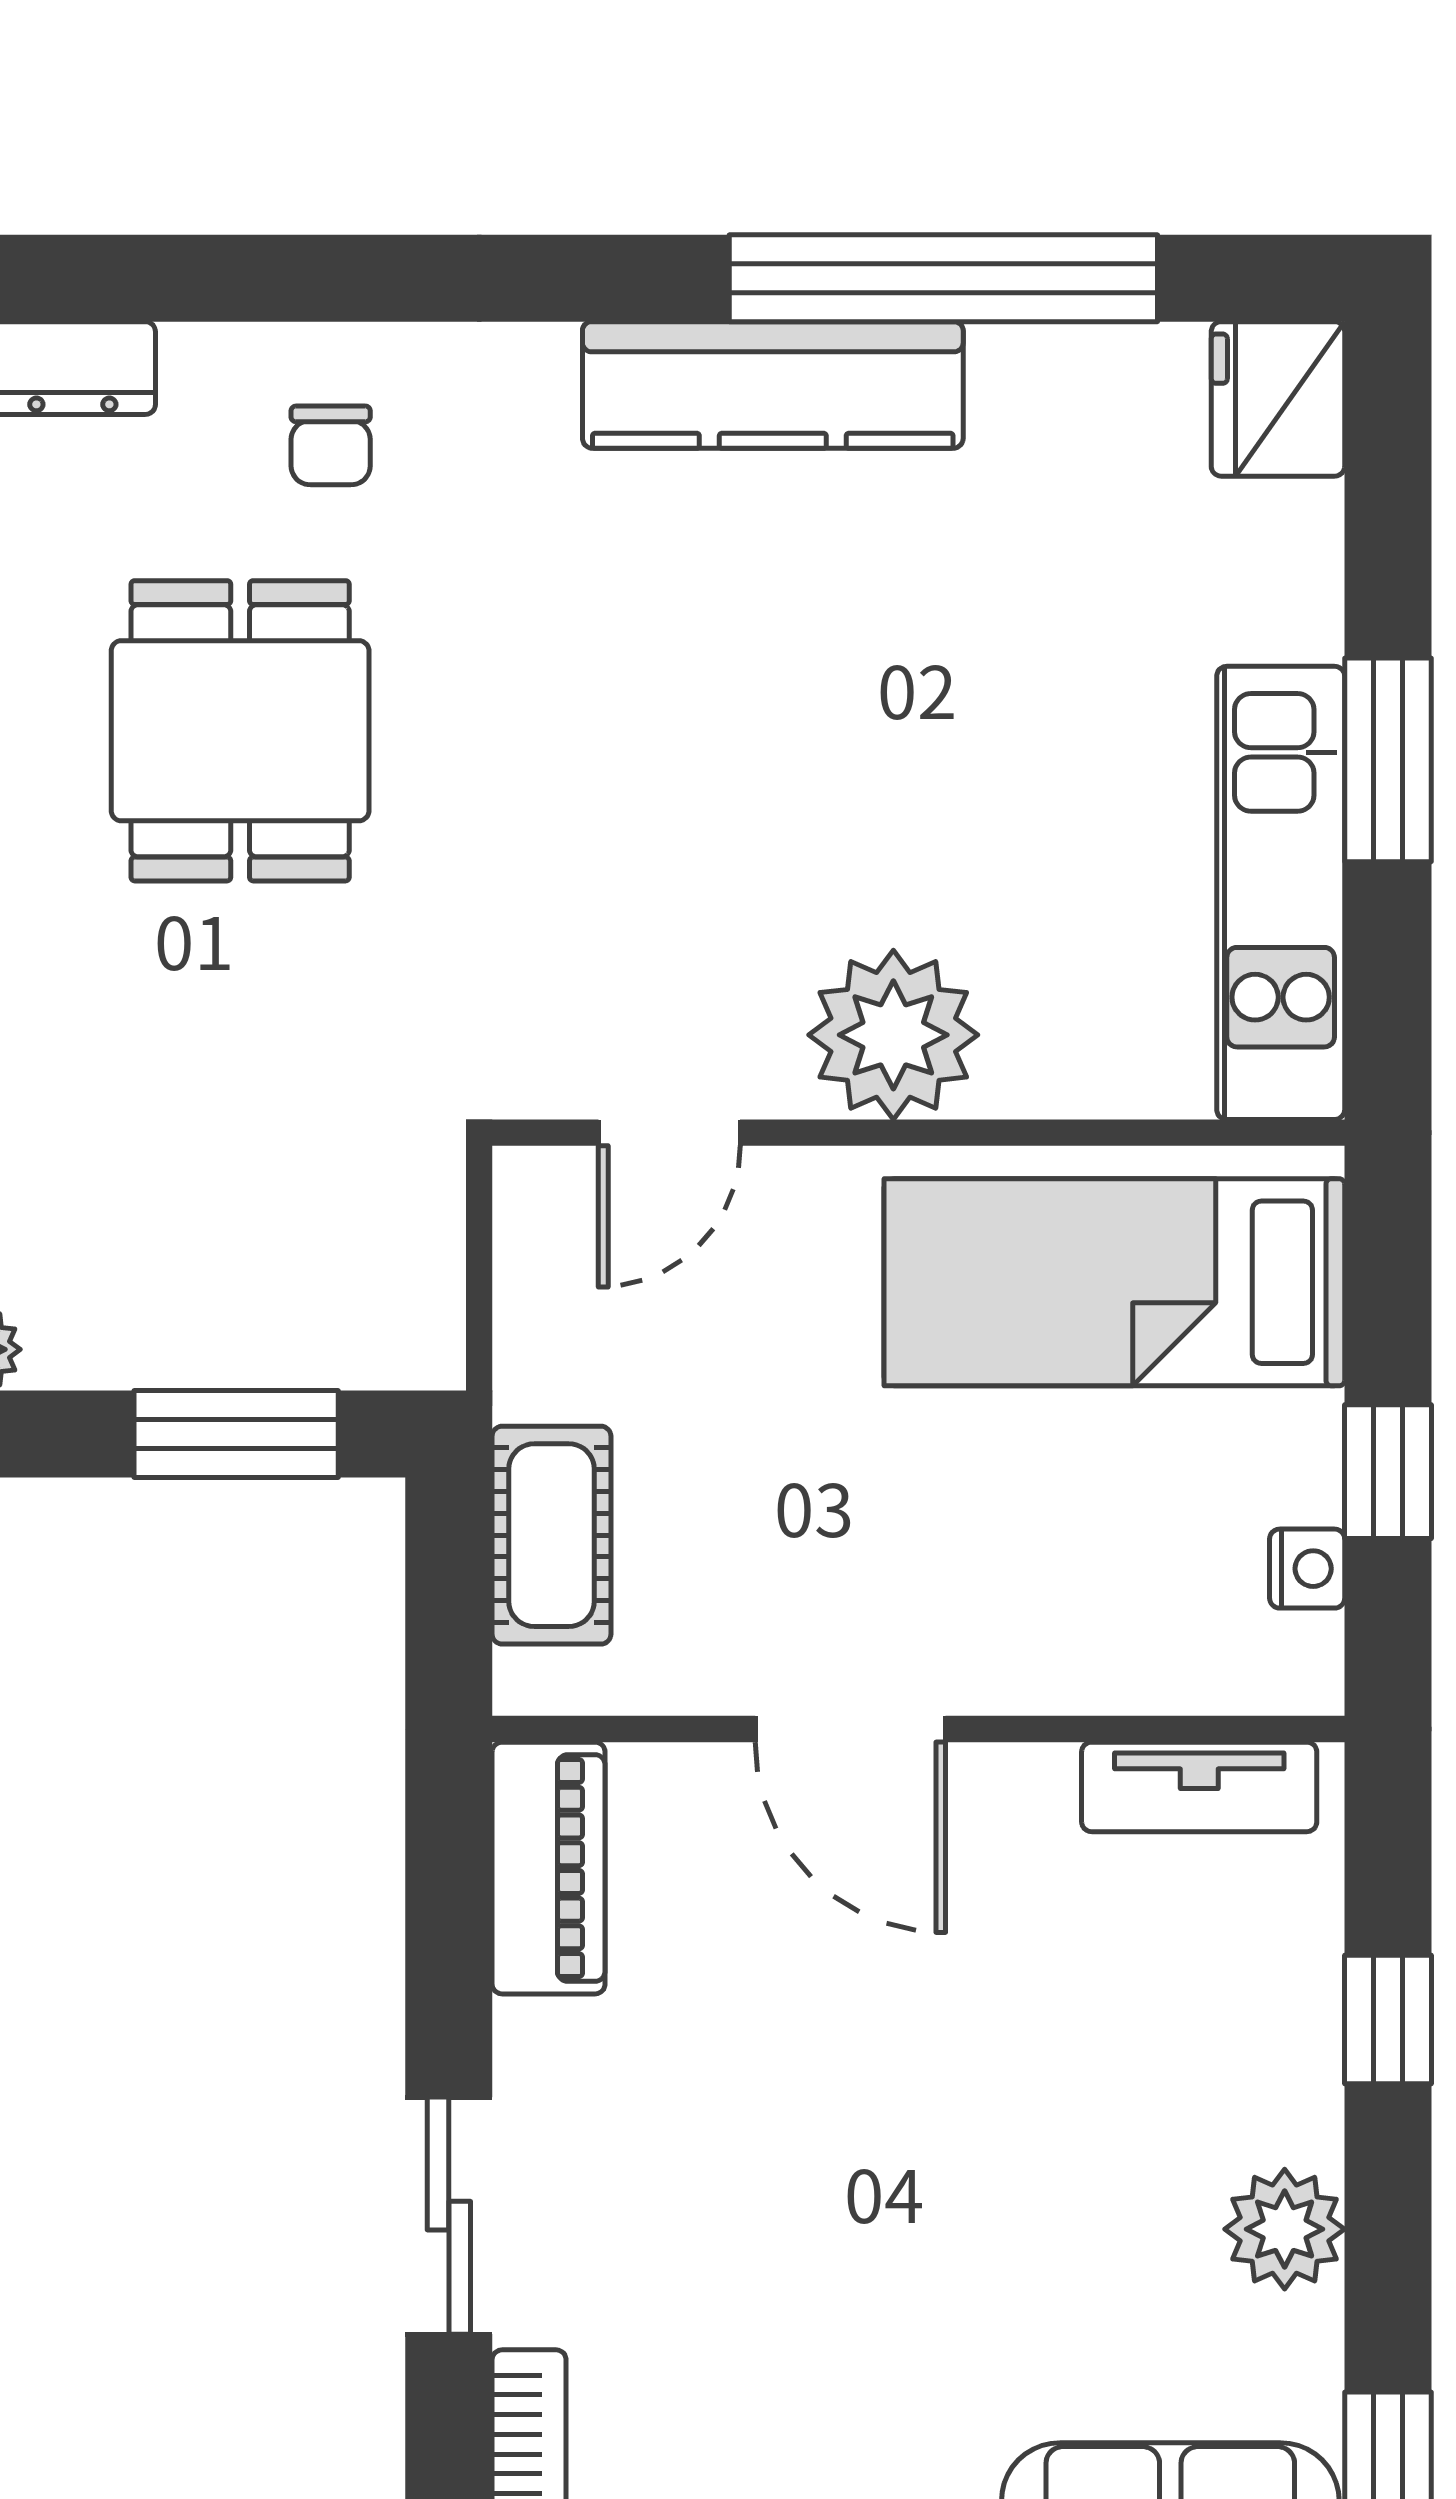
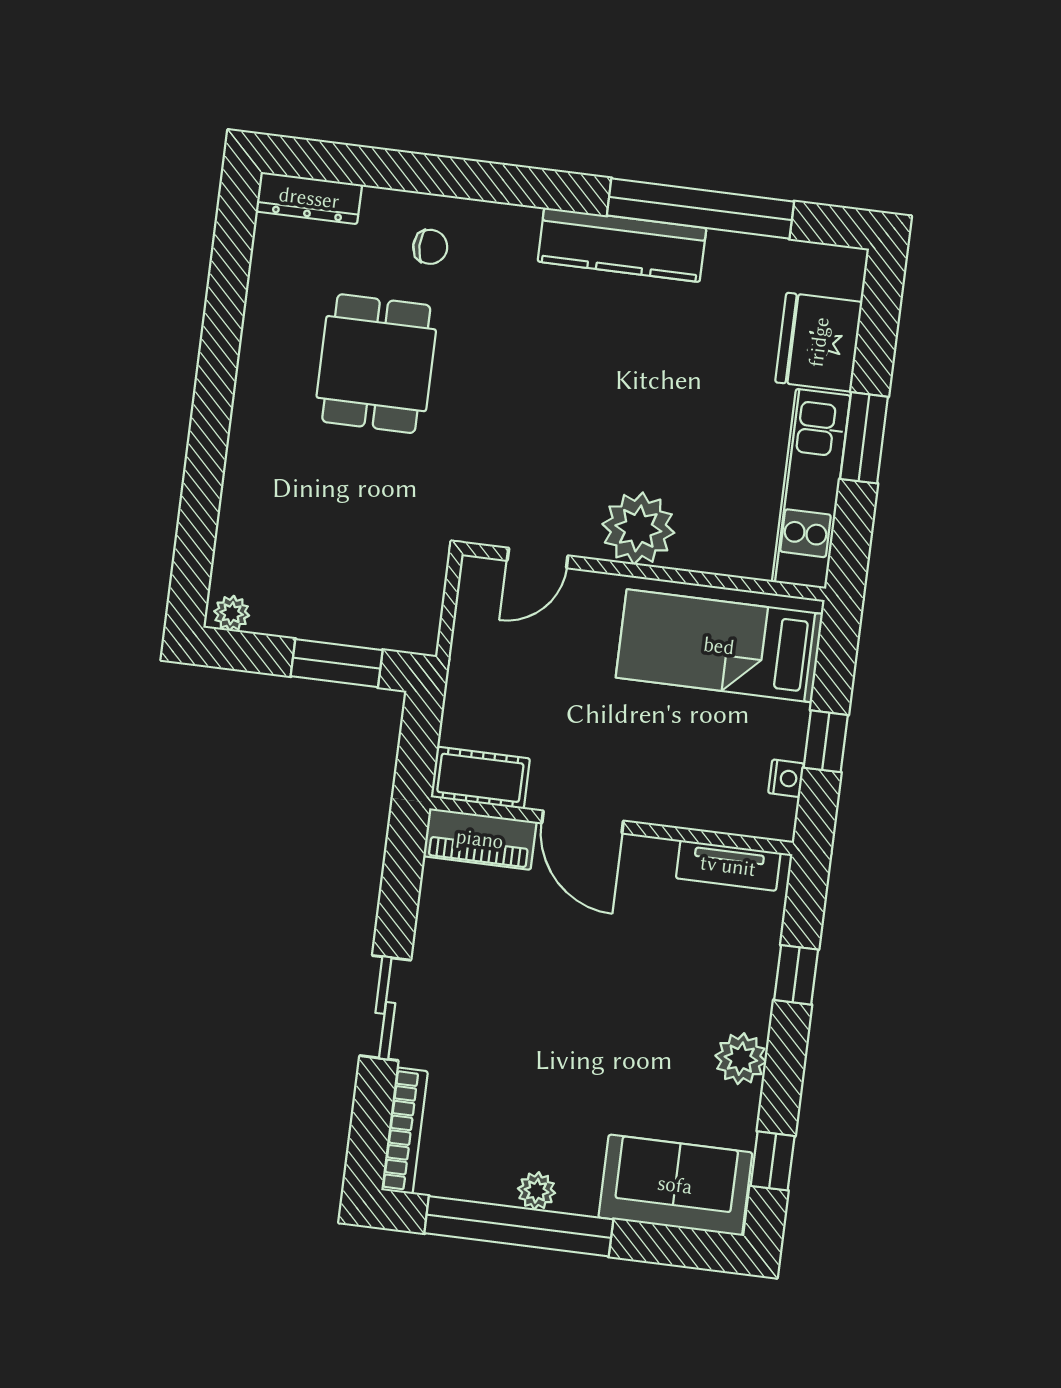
fridge: (1278, 399) -> (819, 342), moved, width x1.36, depth x1.34
chair: (331, 445) -> (430, 247), turned -90
cot: (552, 1535) -> (480, 778), moved, turned 90
piano: (549, 1868) -> (480, 839), moved, turned 90

